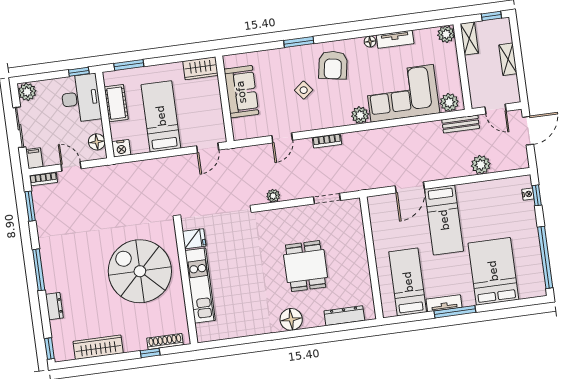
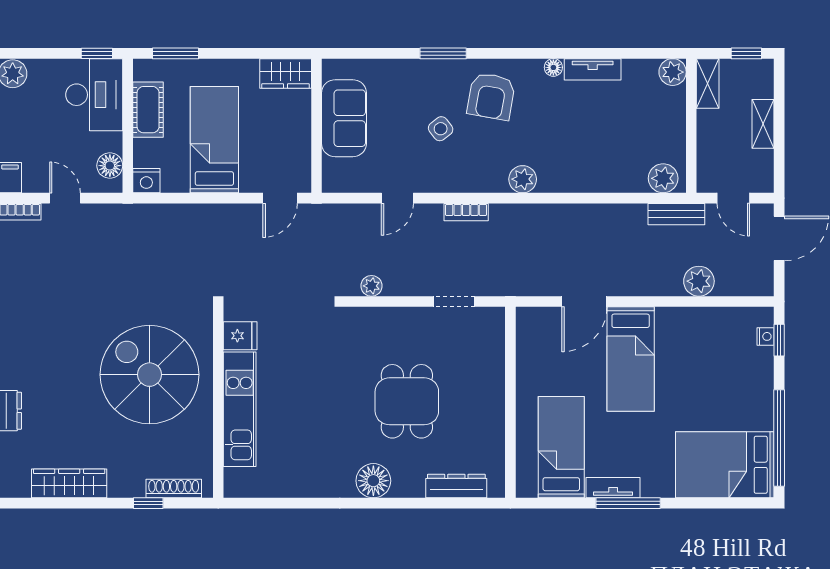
corner sofa: (402, 93) -> (592, 154), removed
bed: (493, 271) -> (725, 465), moved, turned -90

